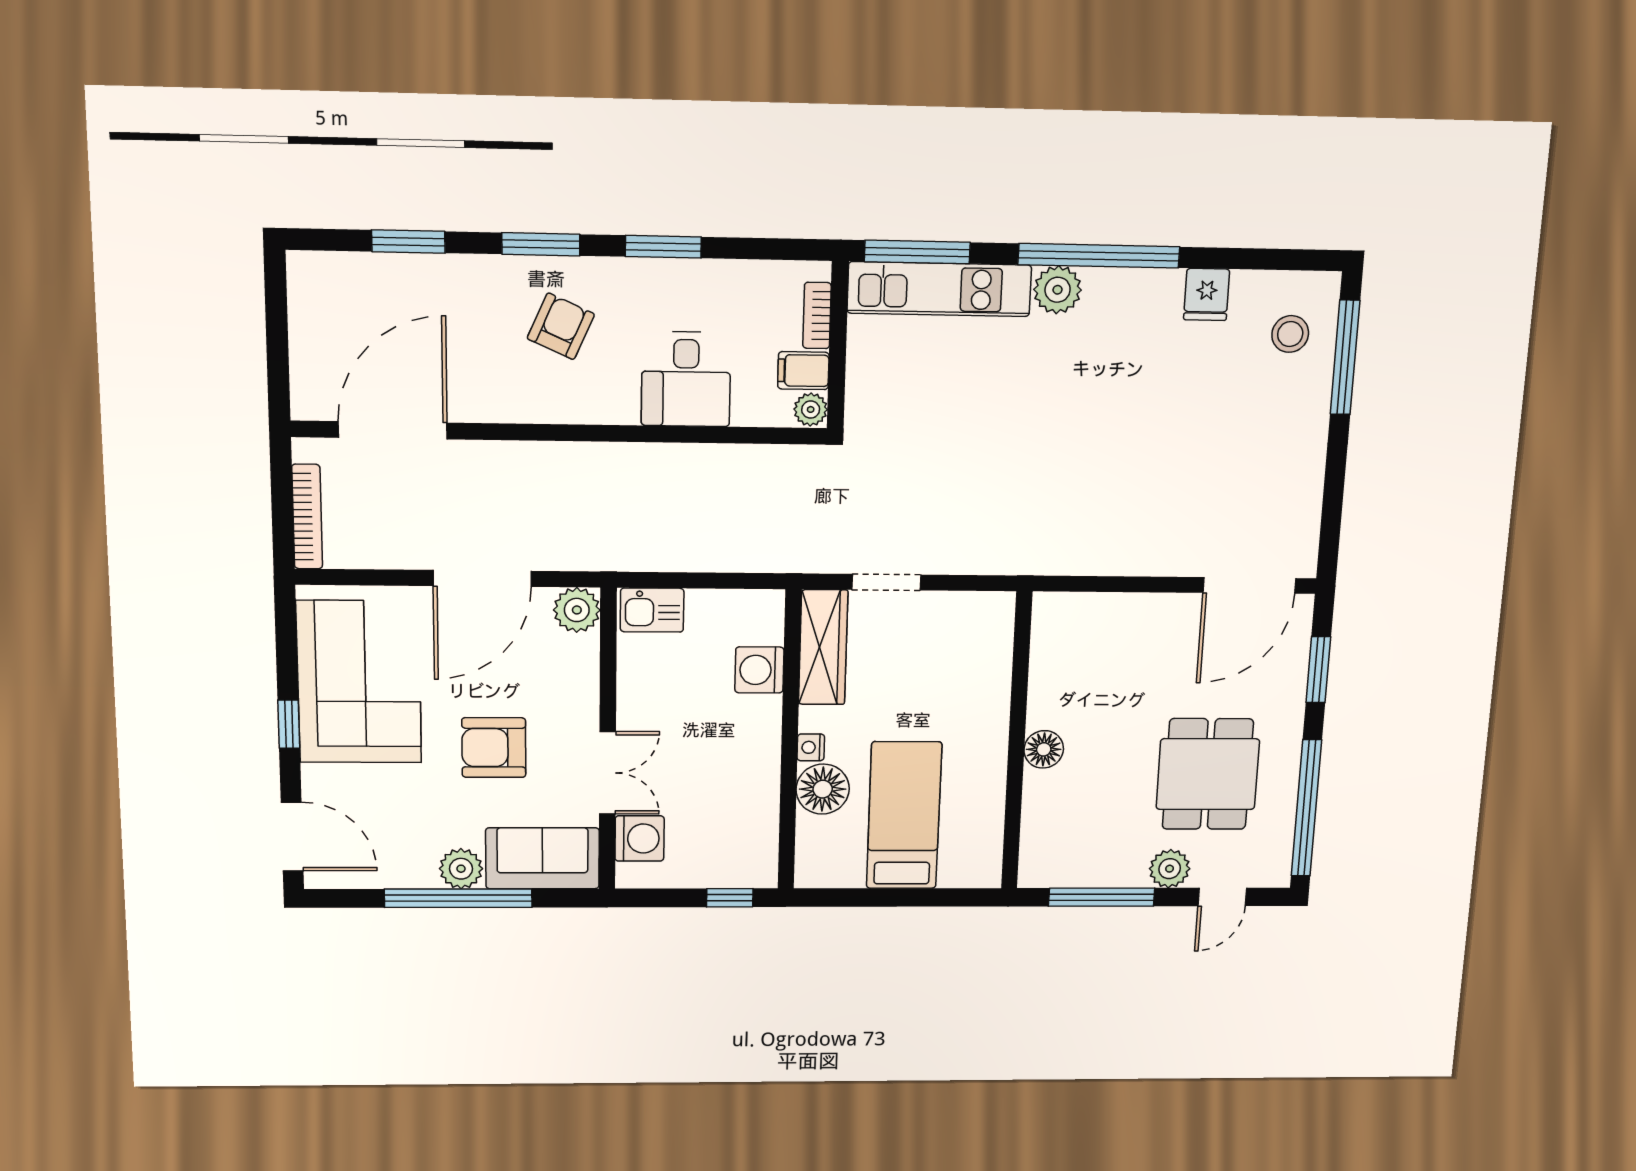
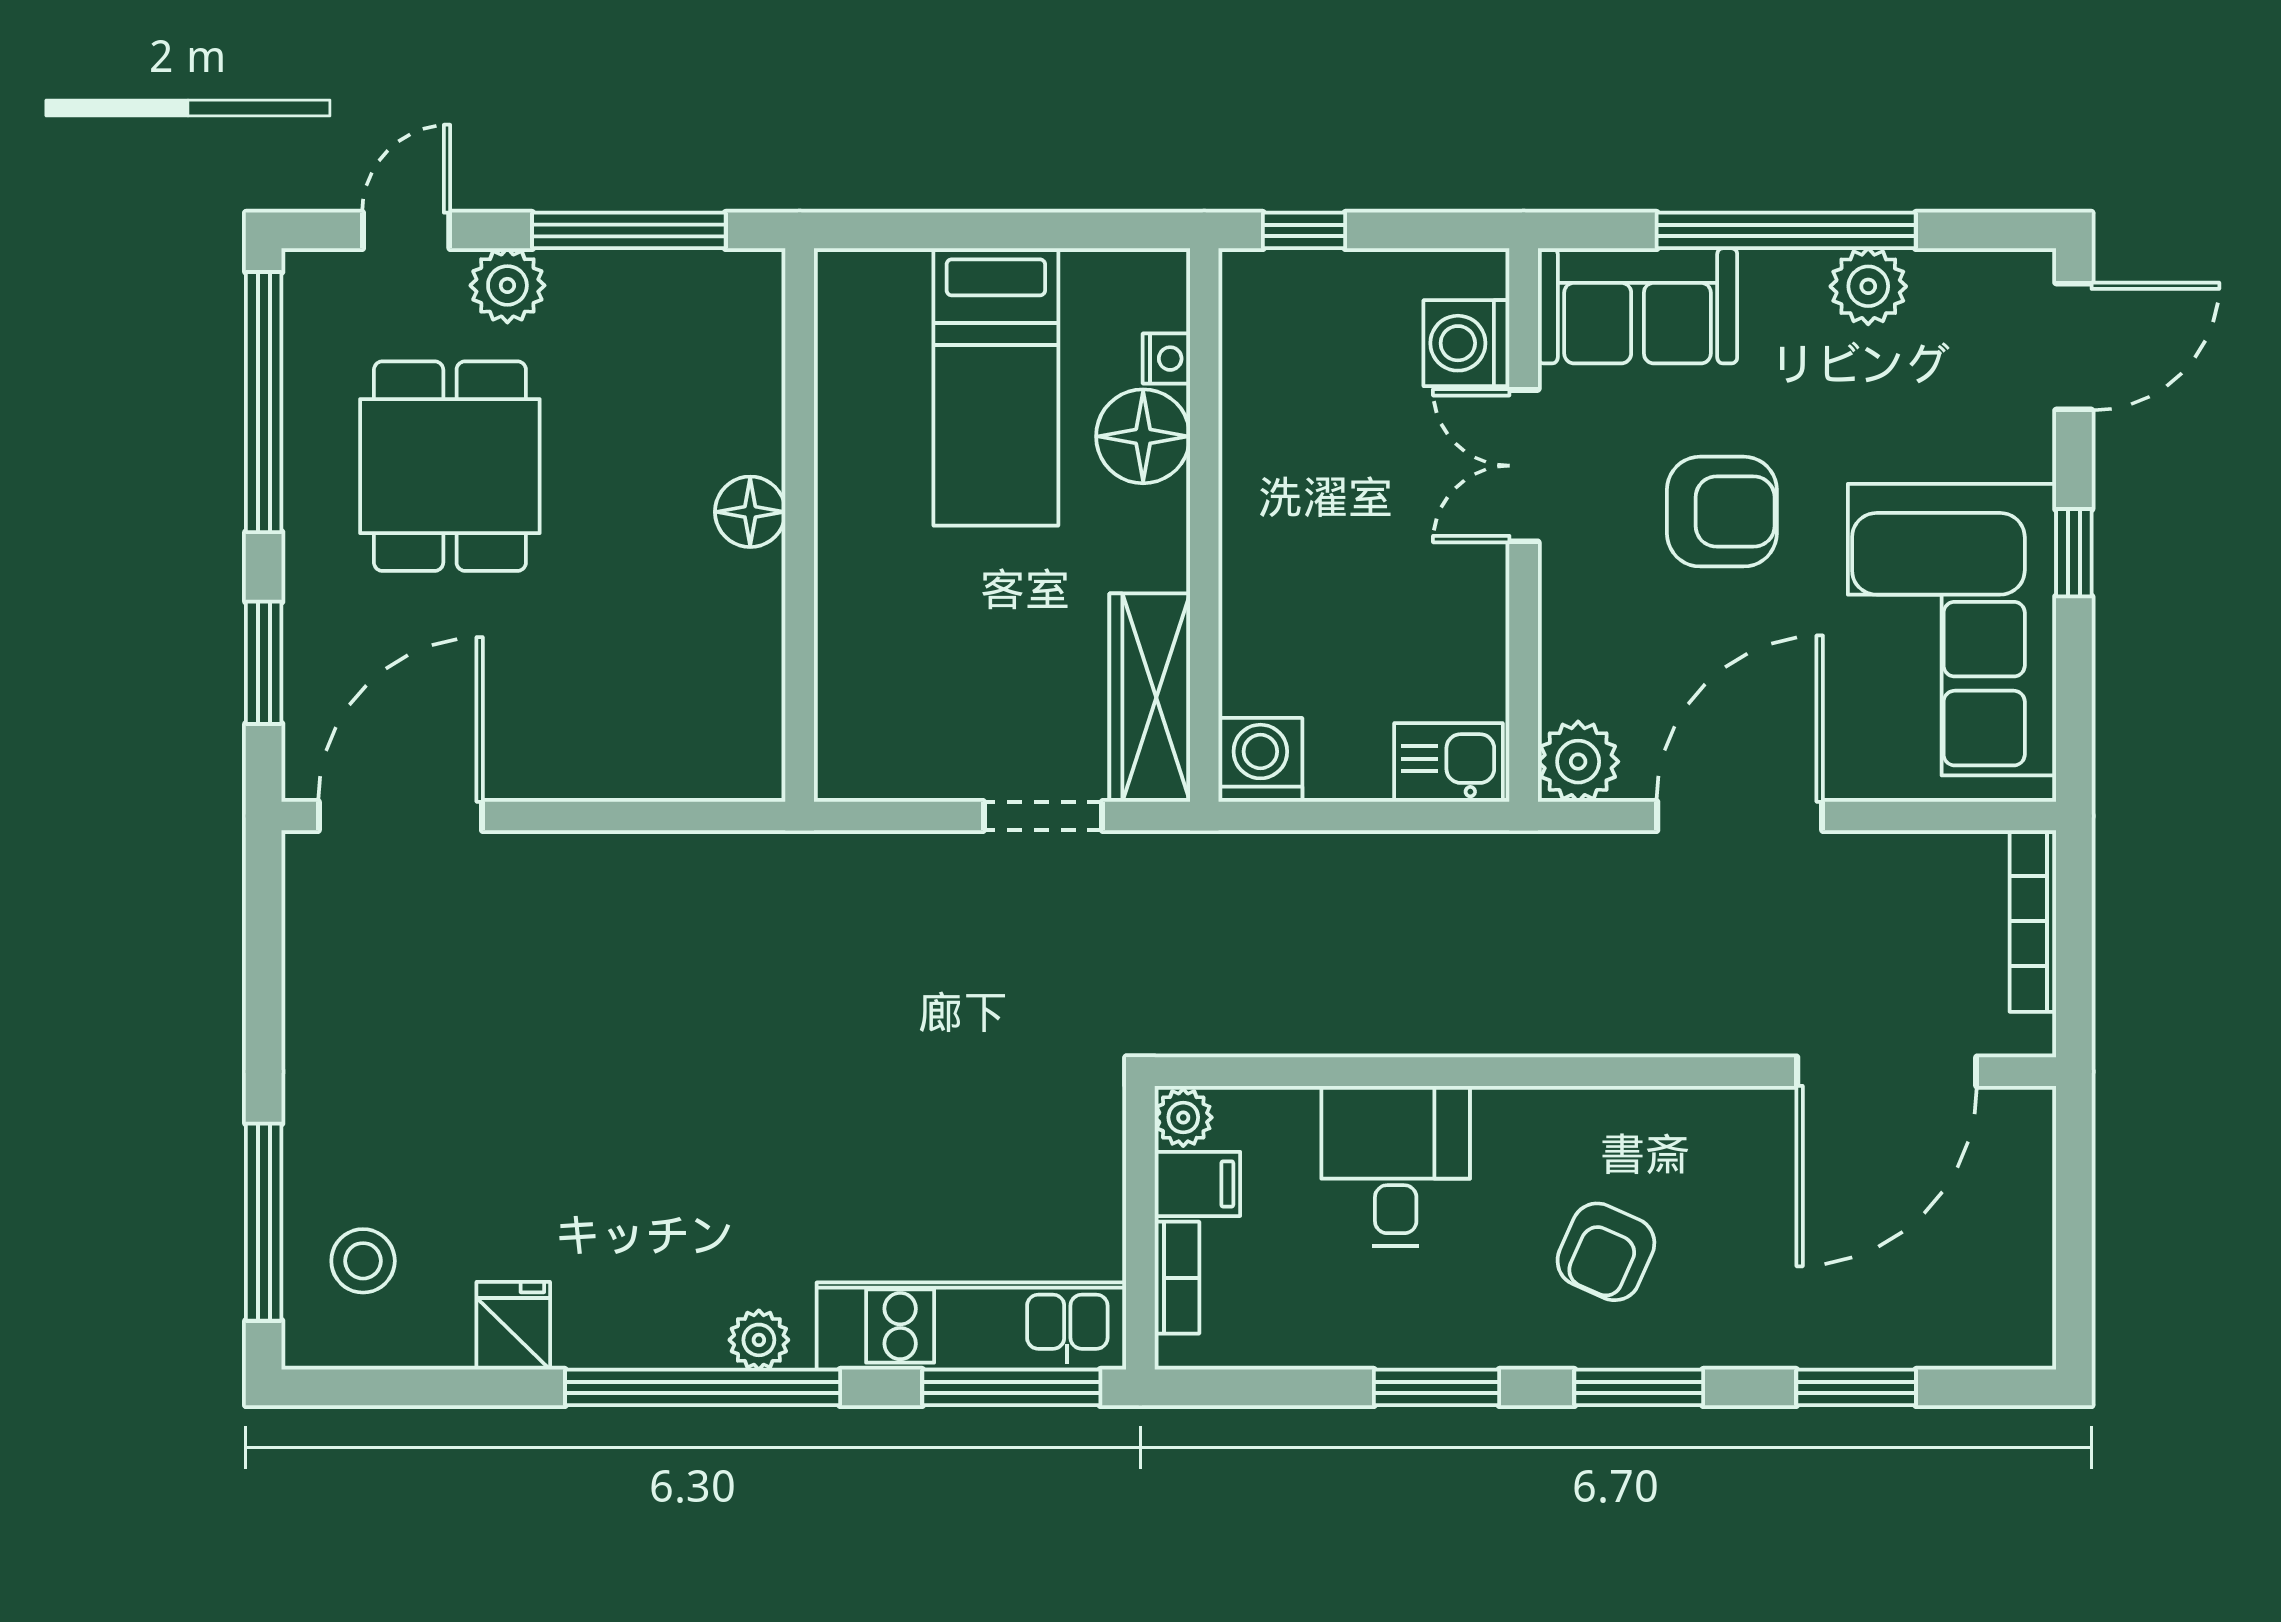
plant: (1058, 290) -> (759, 1340), width x0.73, depth x0.73
washing machine: (759, 670) -> (1260, 760), moved, turned -90
nightstand: (811, 747) -> (1166, 359), moved
door: (292, 837) -> (2074, 347), swing flipped
plant: (461, 869) -> (1868, 286), moved

